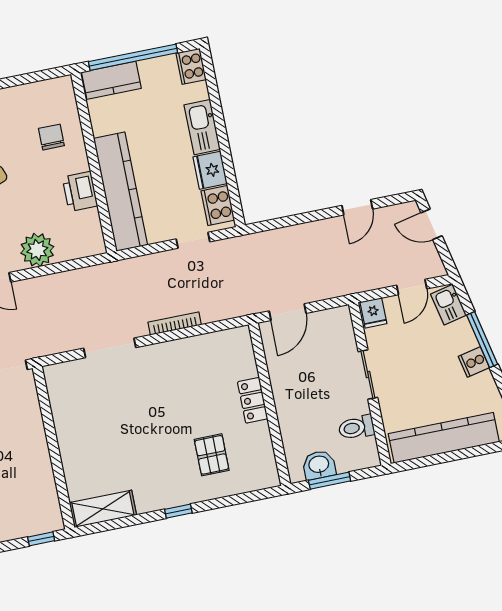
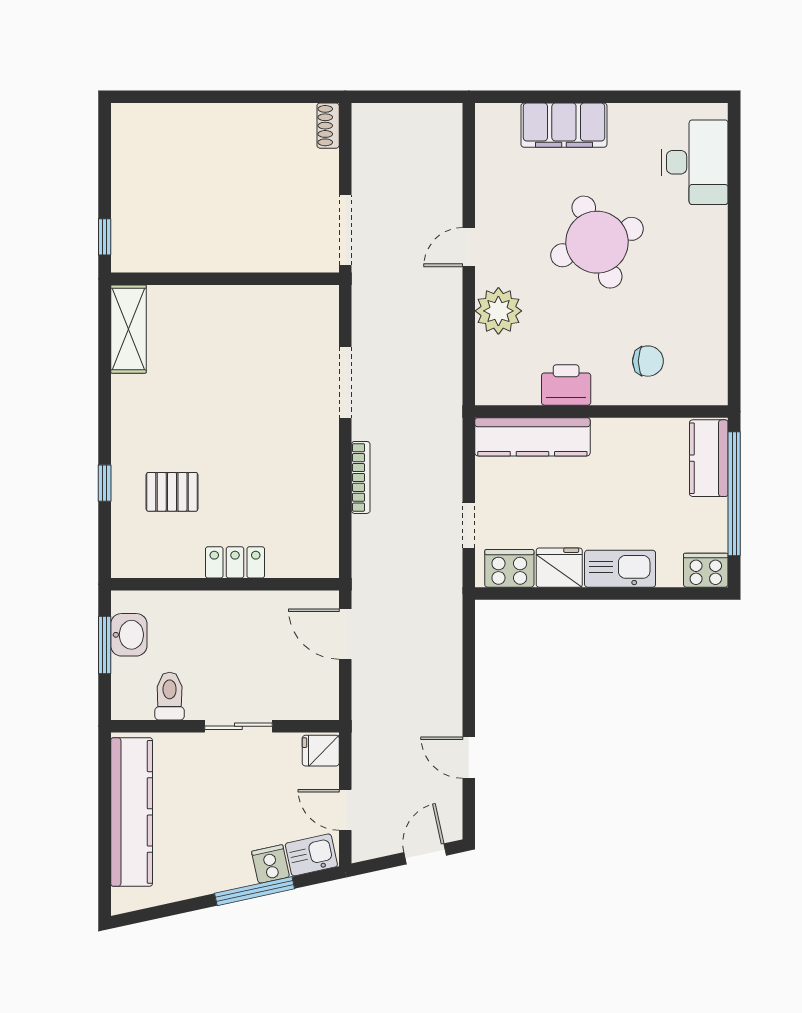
kitchen counter: (121, 192) -> (532, 437), width x0.72, depth x0.86
cooker: (474, 362) -> (271, 864), moved
window: (178, 511) -> (105, 483), moved

